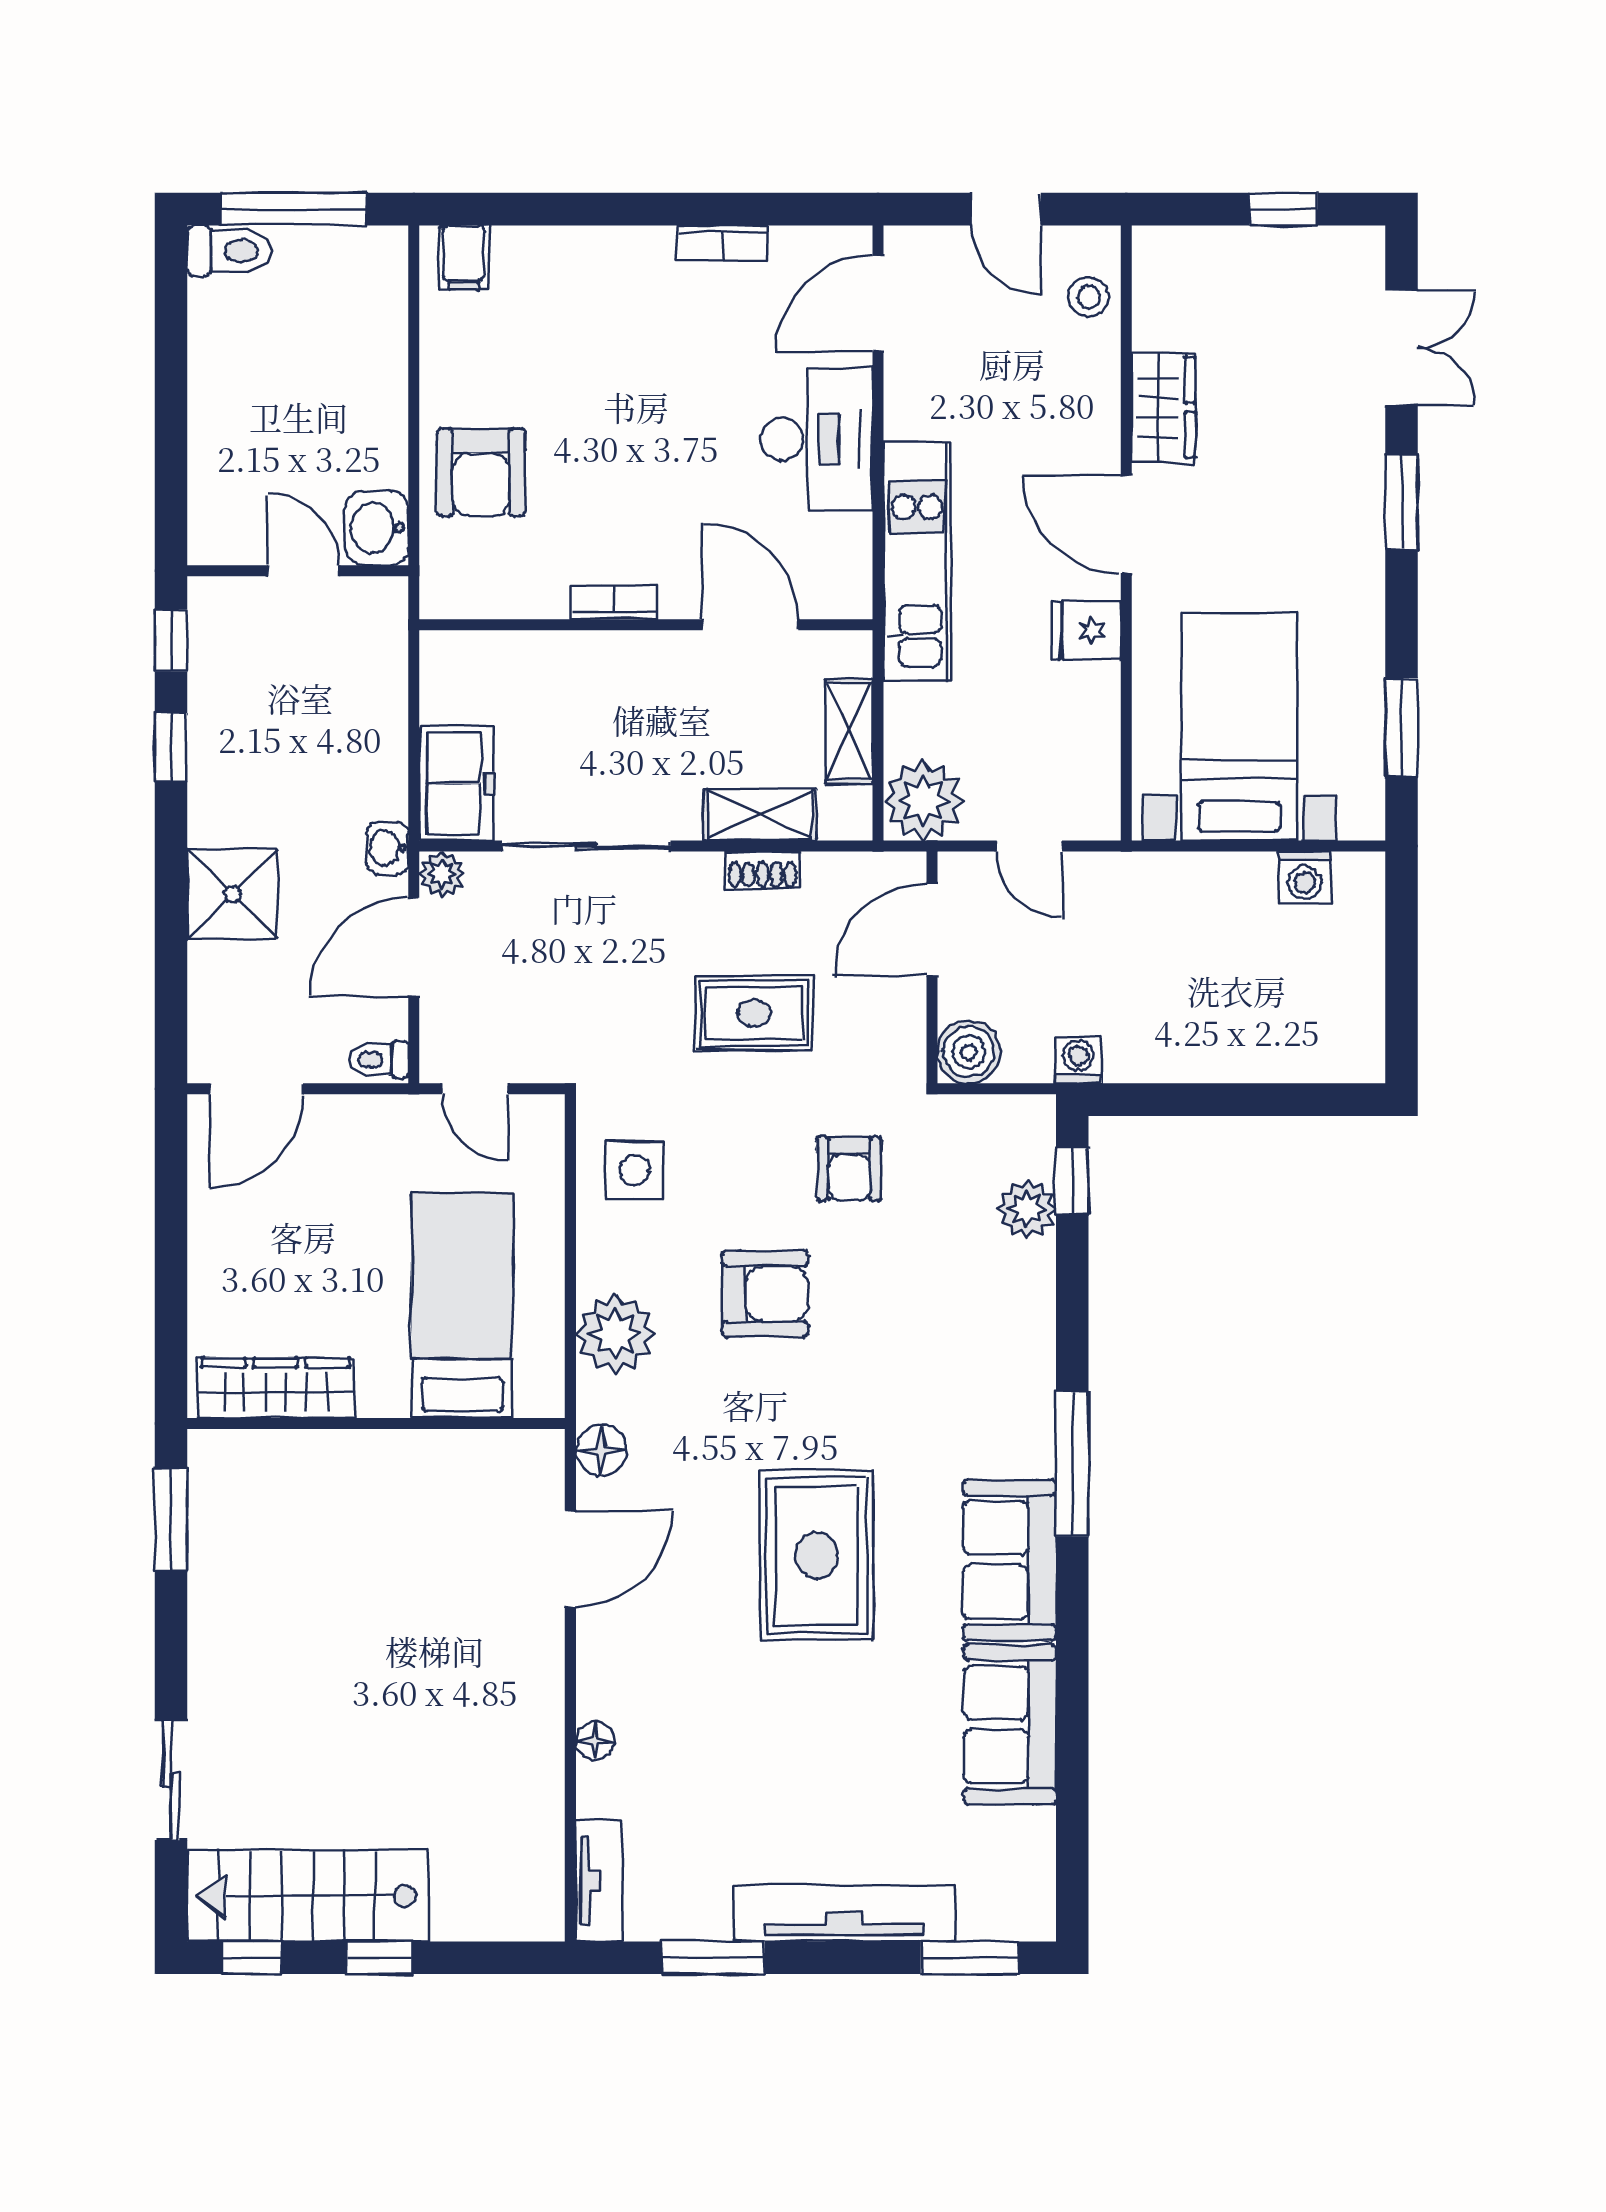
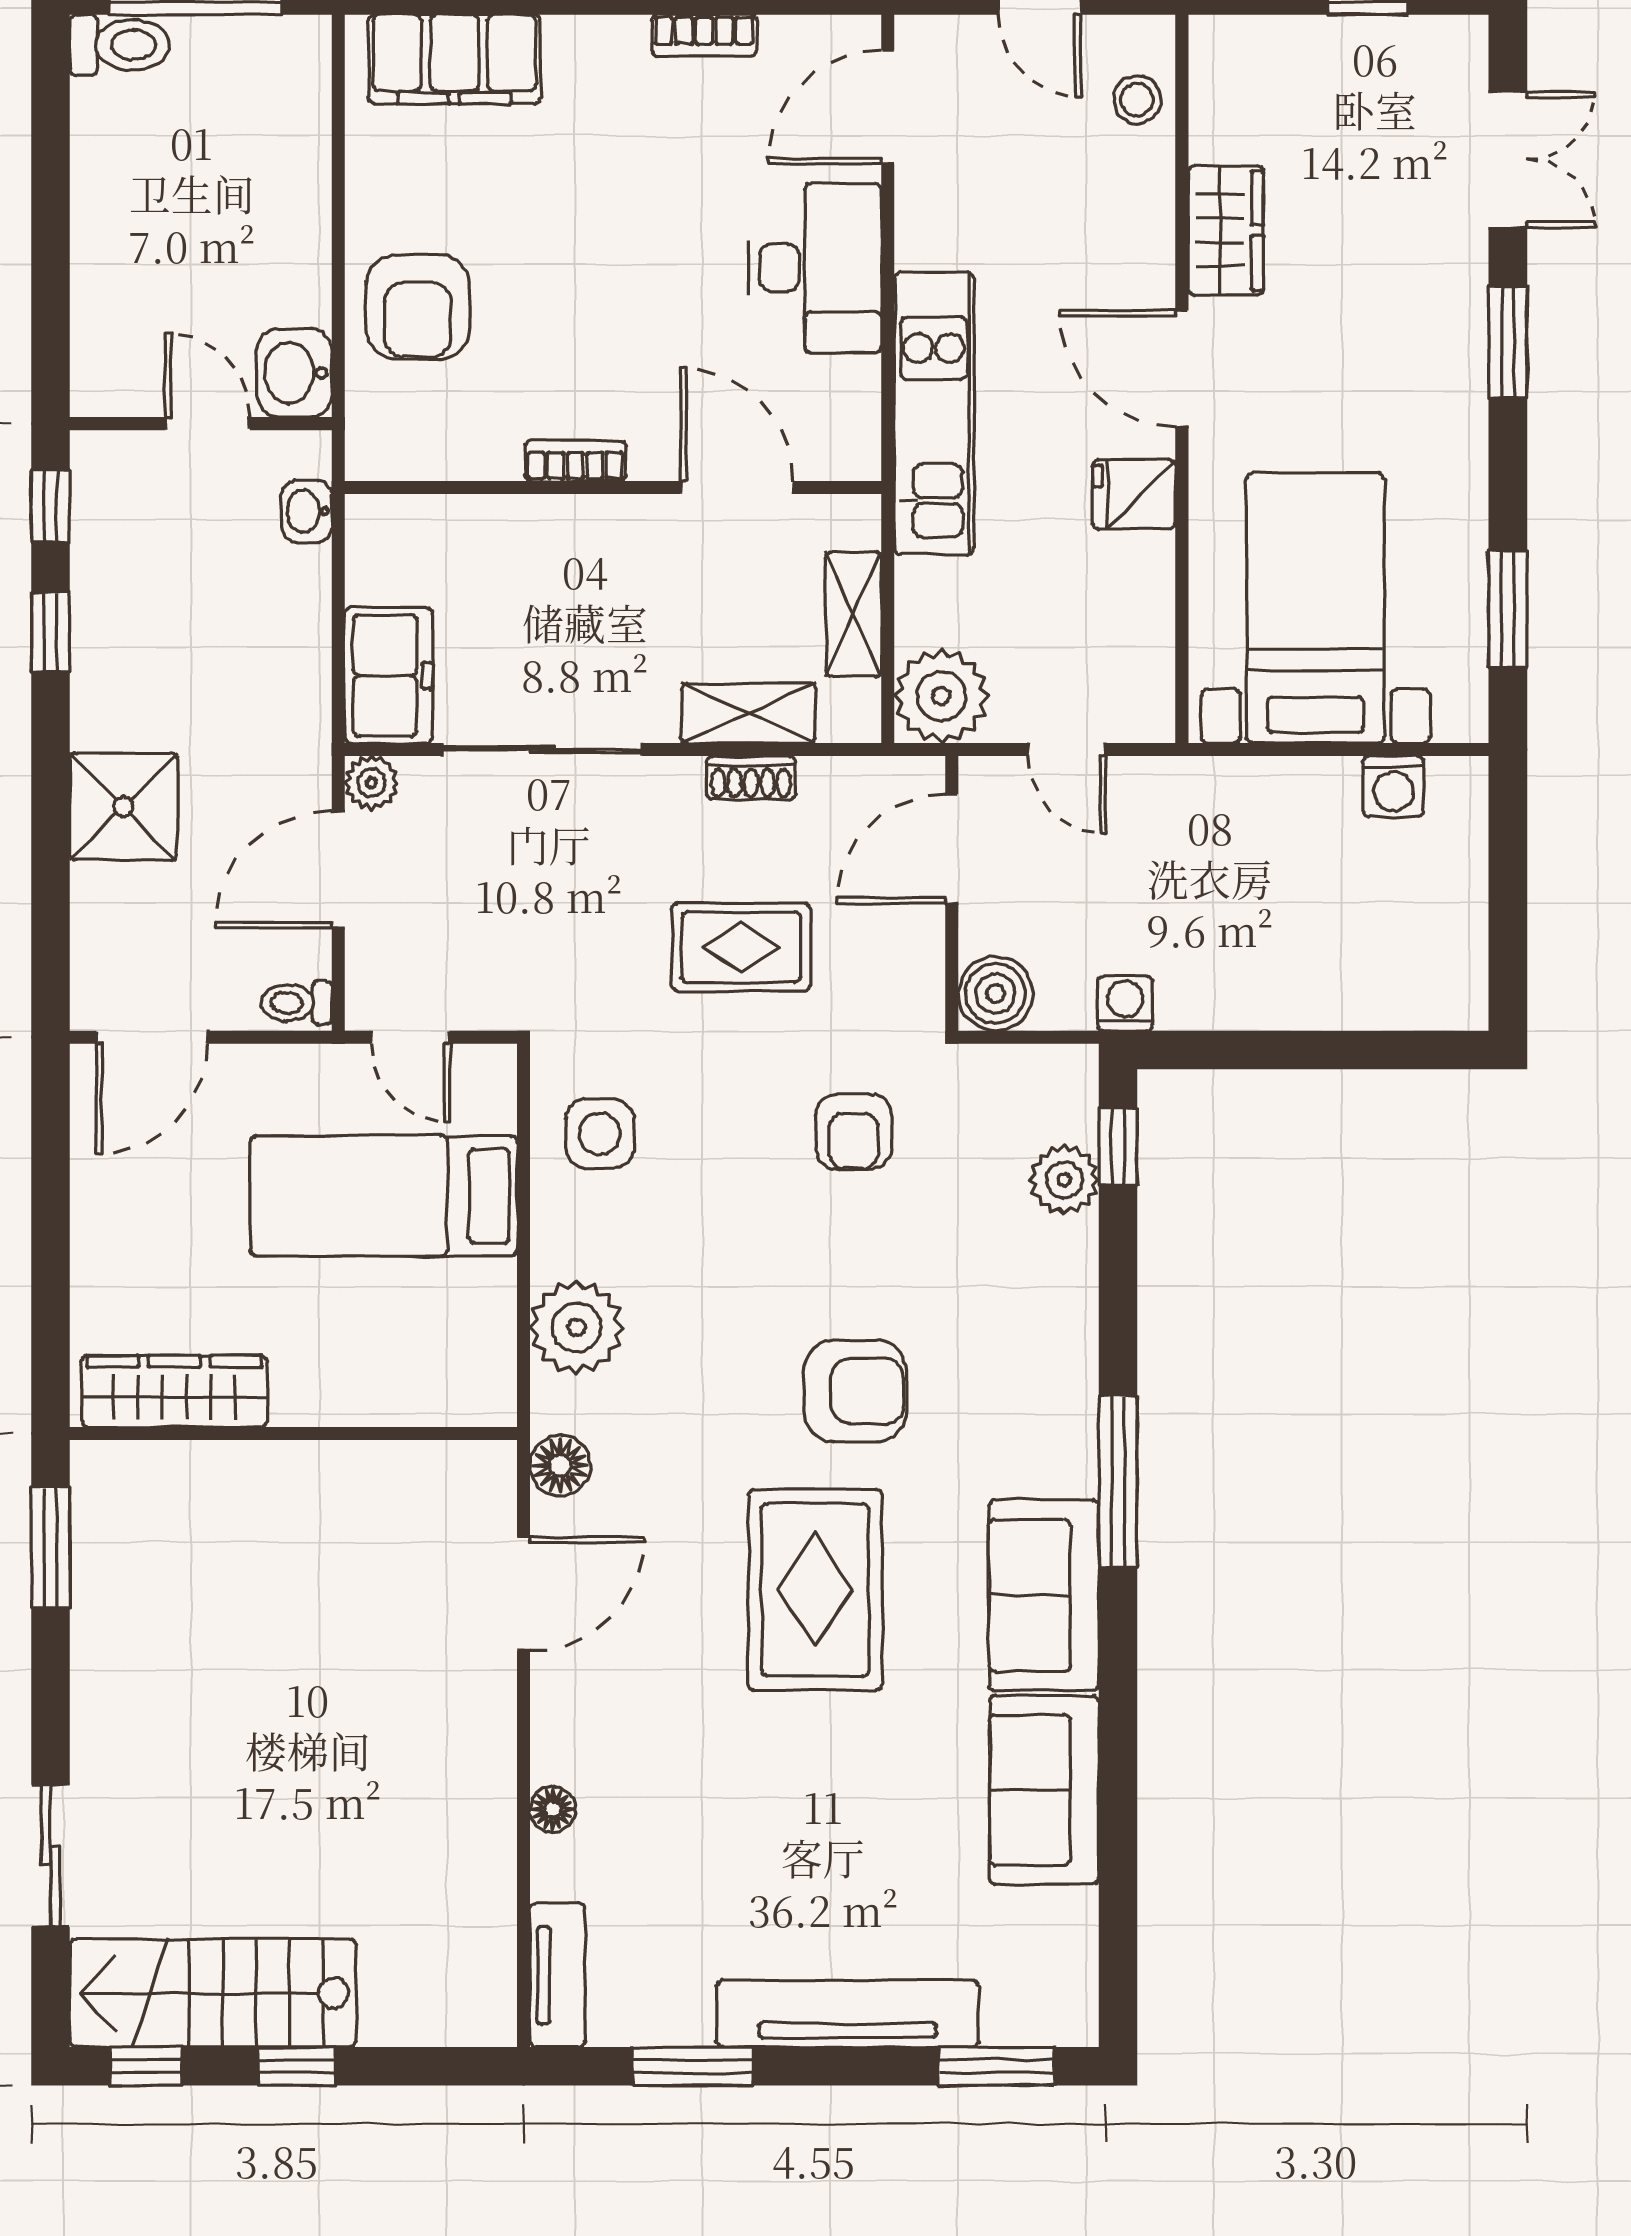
filing cabinet: (464, 258) -> (454, 59), width x3.00, depth x1.17
washbasin: (387, 848) -> (307, 511), moved
armchair: (765, 1294) -> (855, 1391), moved
bed: (462, 1305) -> (384, 1196), moved, turned -90

